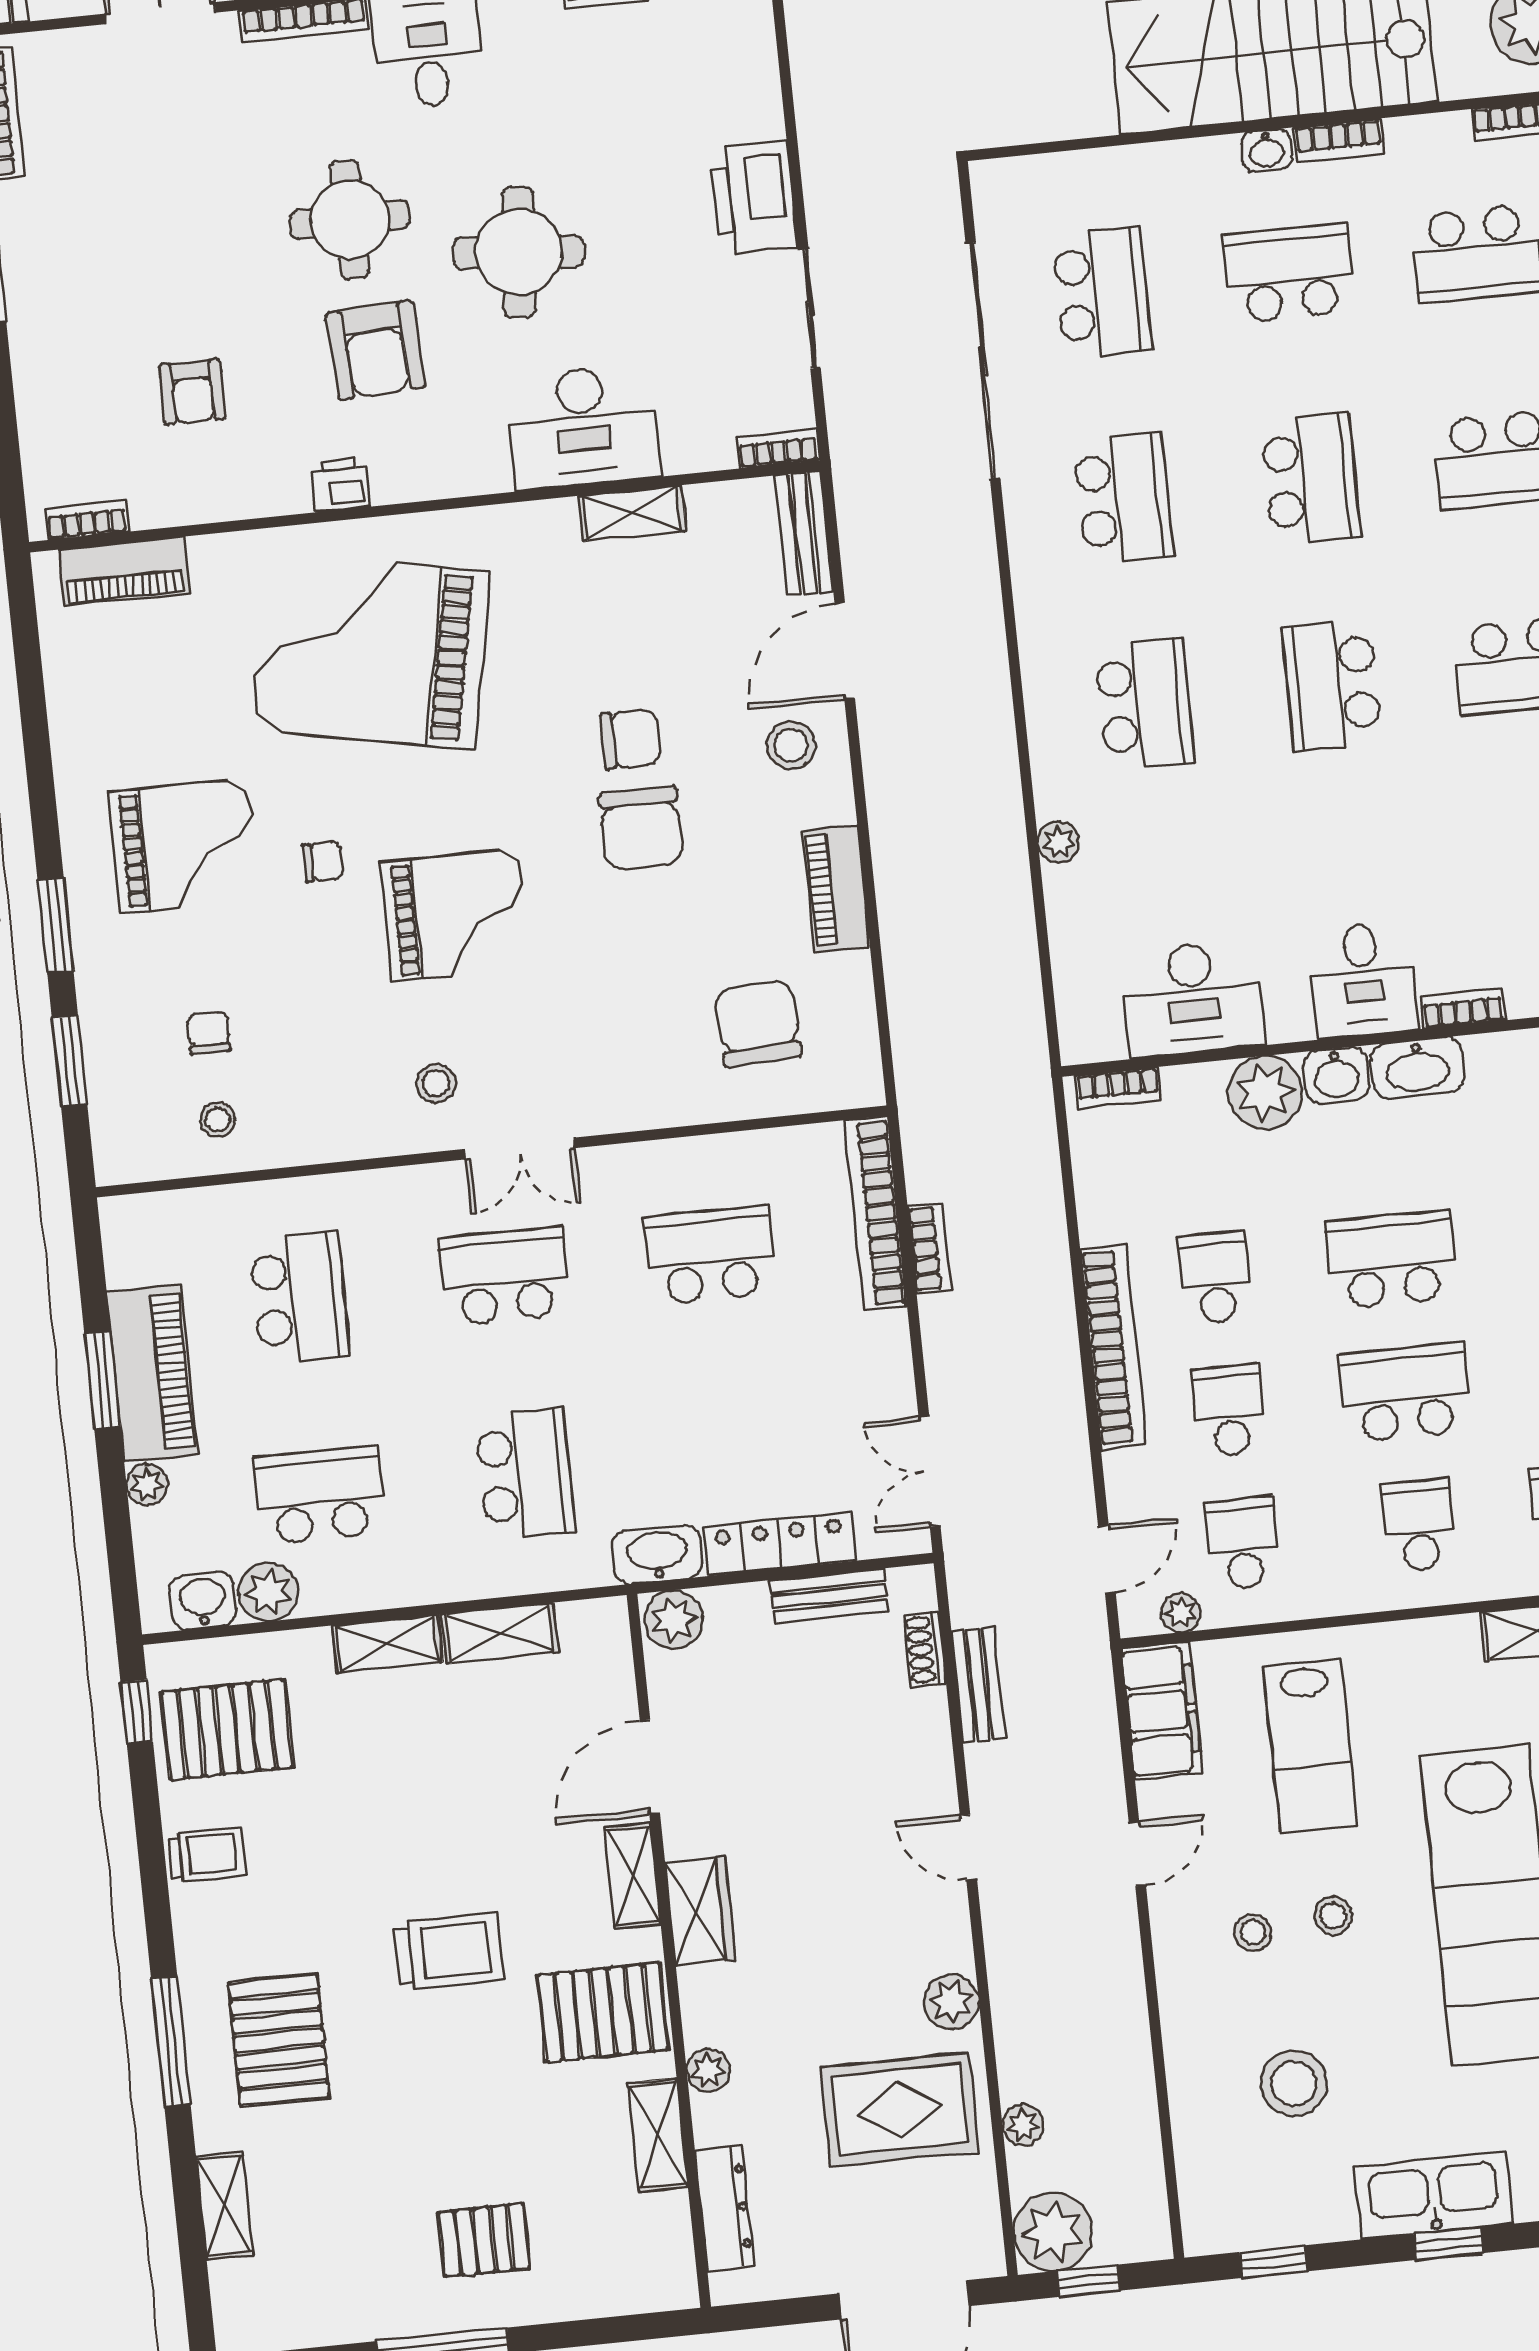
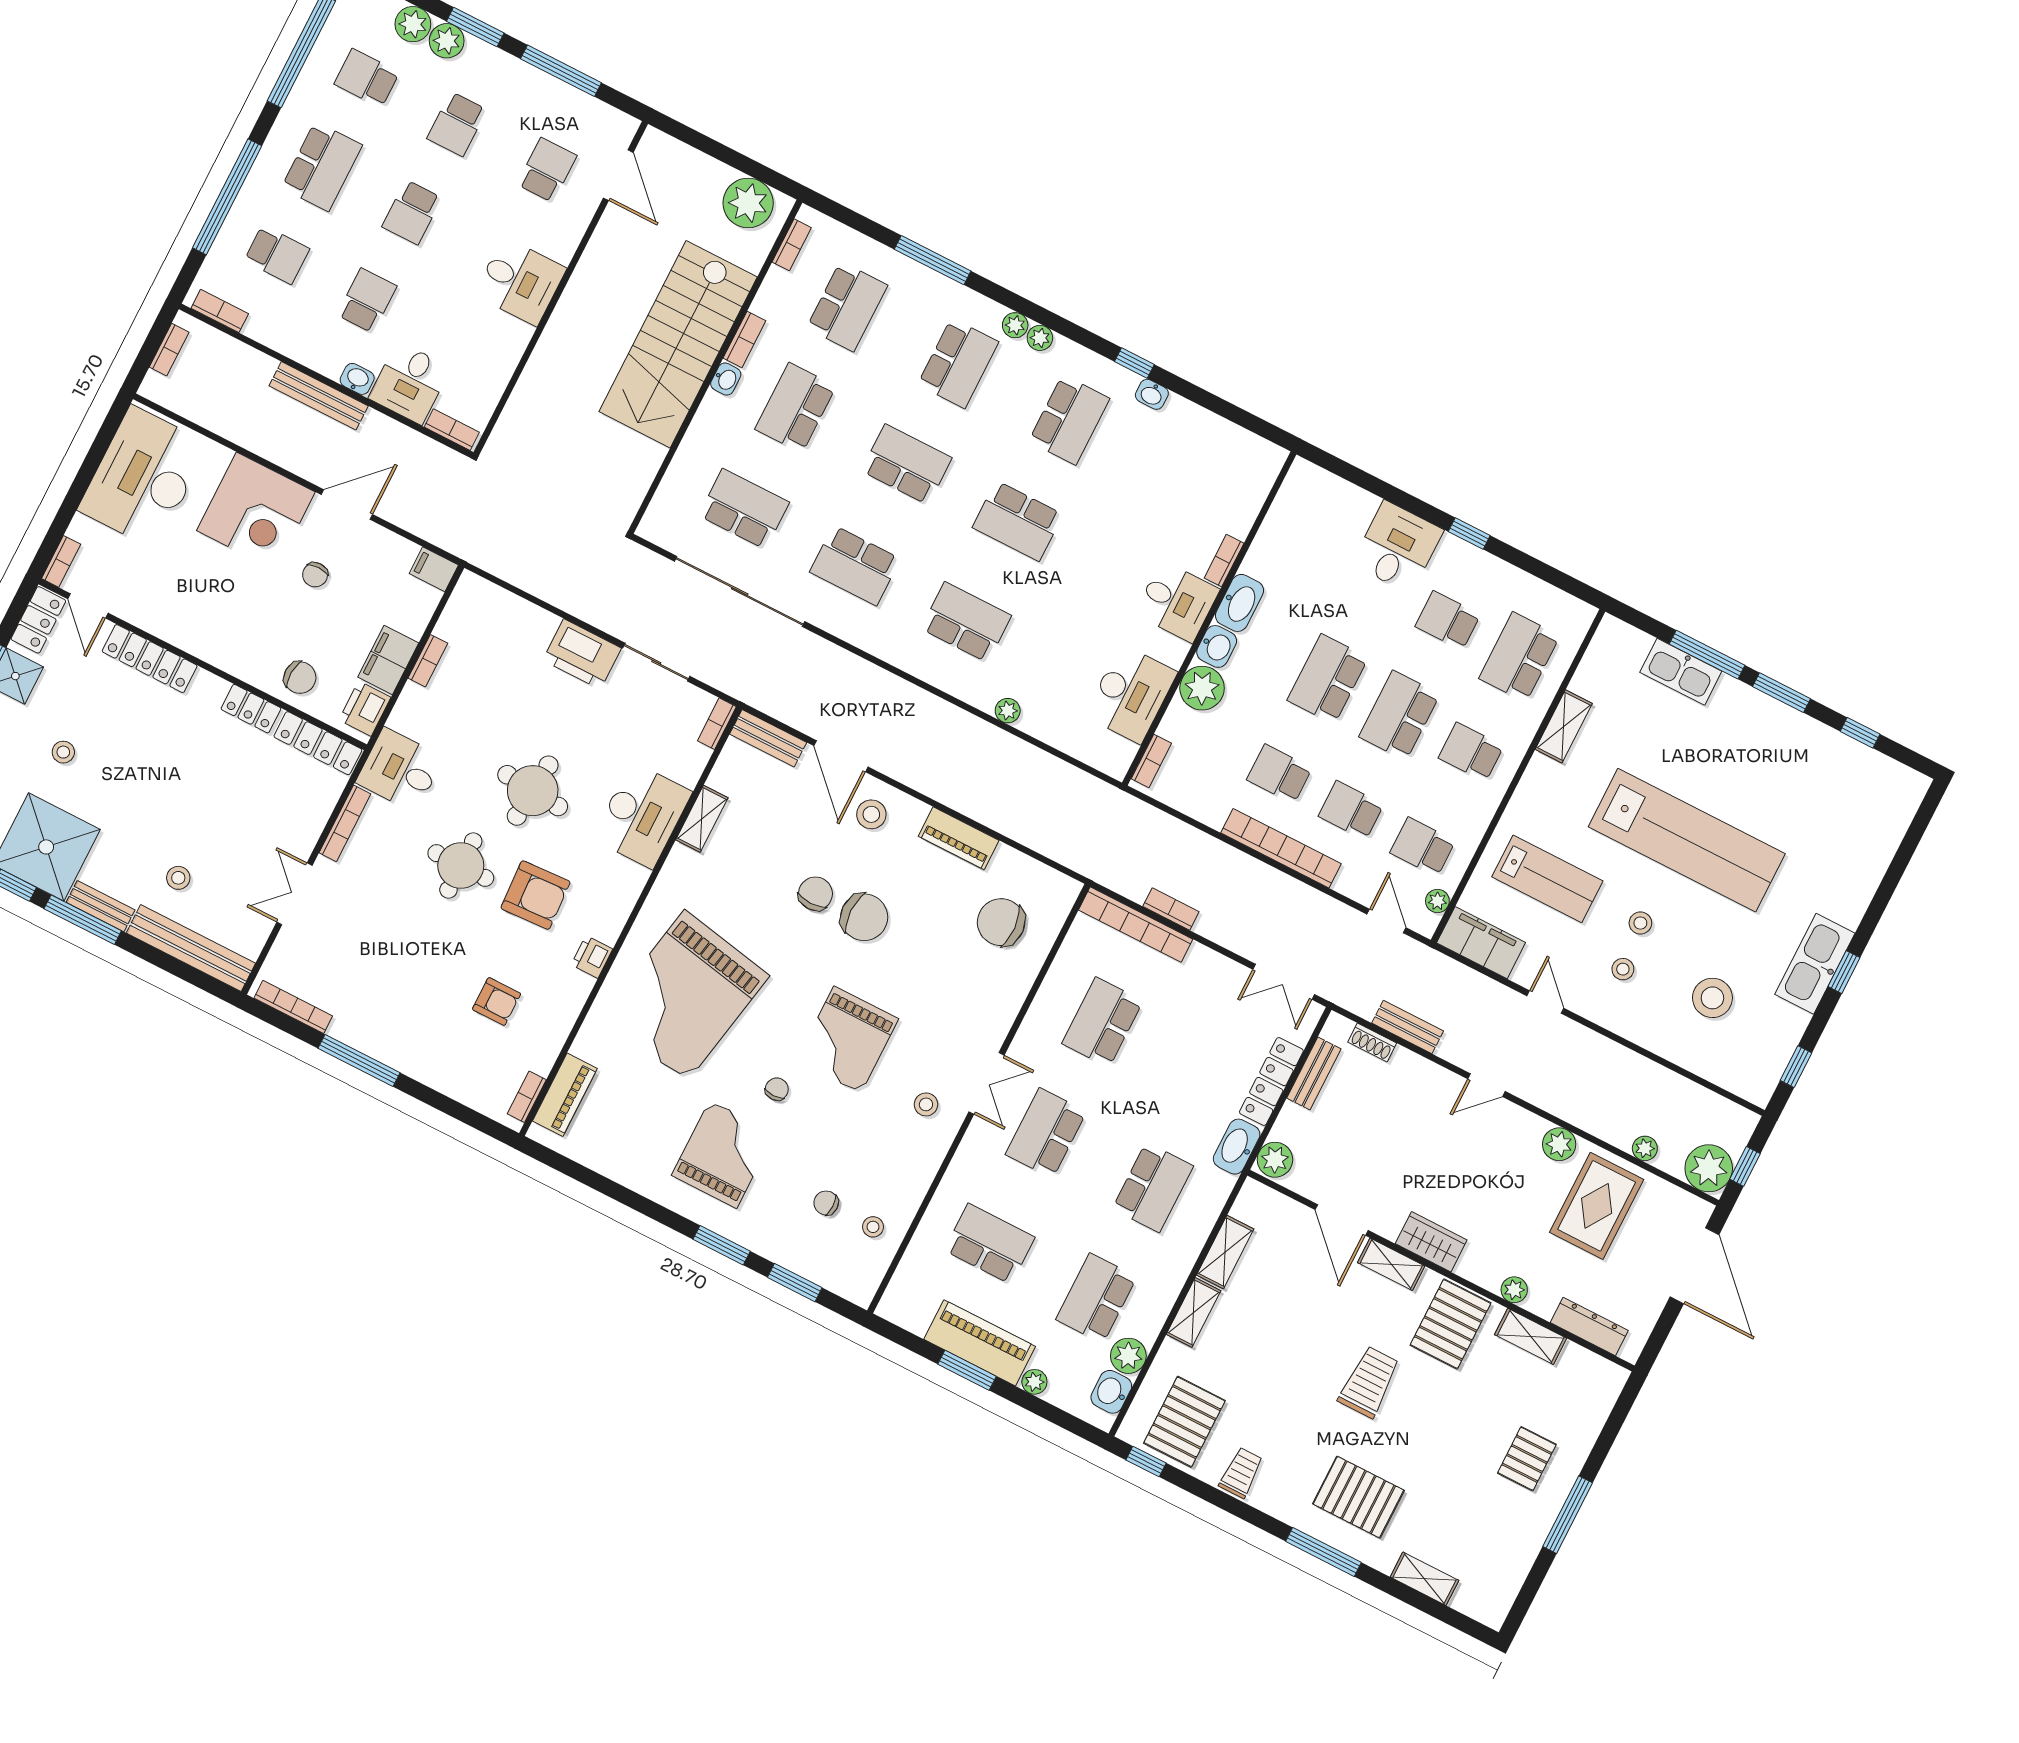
school desk: (1123, 498) -> (855, 565), turned 180
grand piano: (456, 915) -> (847, 1040), turned 180
school desk: (525, 1474) -> (1153, 1187), turned 90

